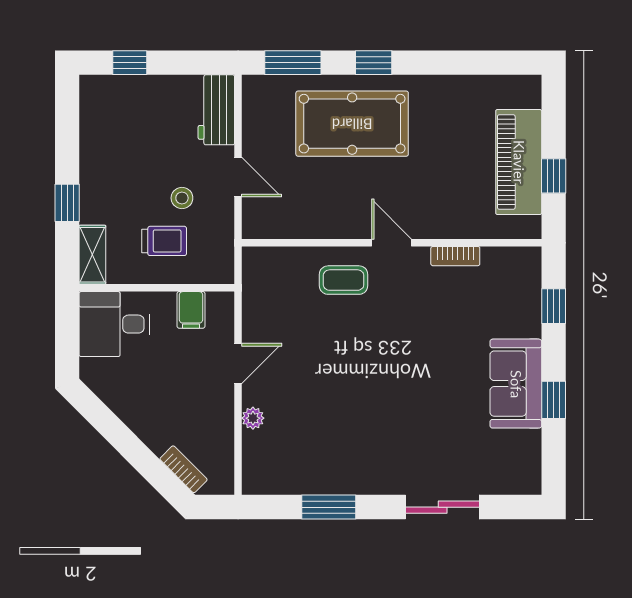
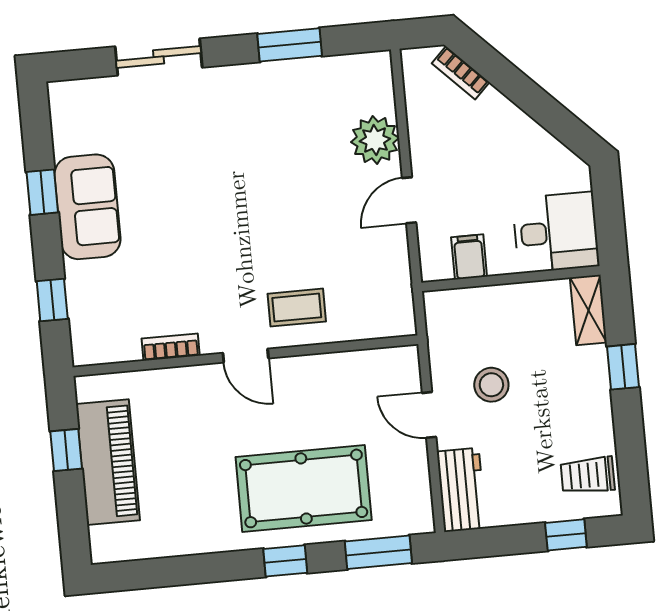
stool: (182, 198) -> (491, 385), width x1.37, depth x1.37
trolley: (164, 241) -> (588, 475), moved
plant: (253, 418) -> (375, 140), width x1.87, depth x1.87

